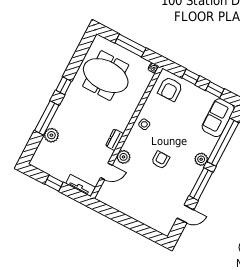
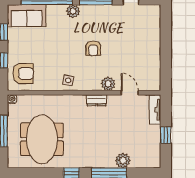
armchair: (161, 160) -> (93, 48), turned -90

